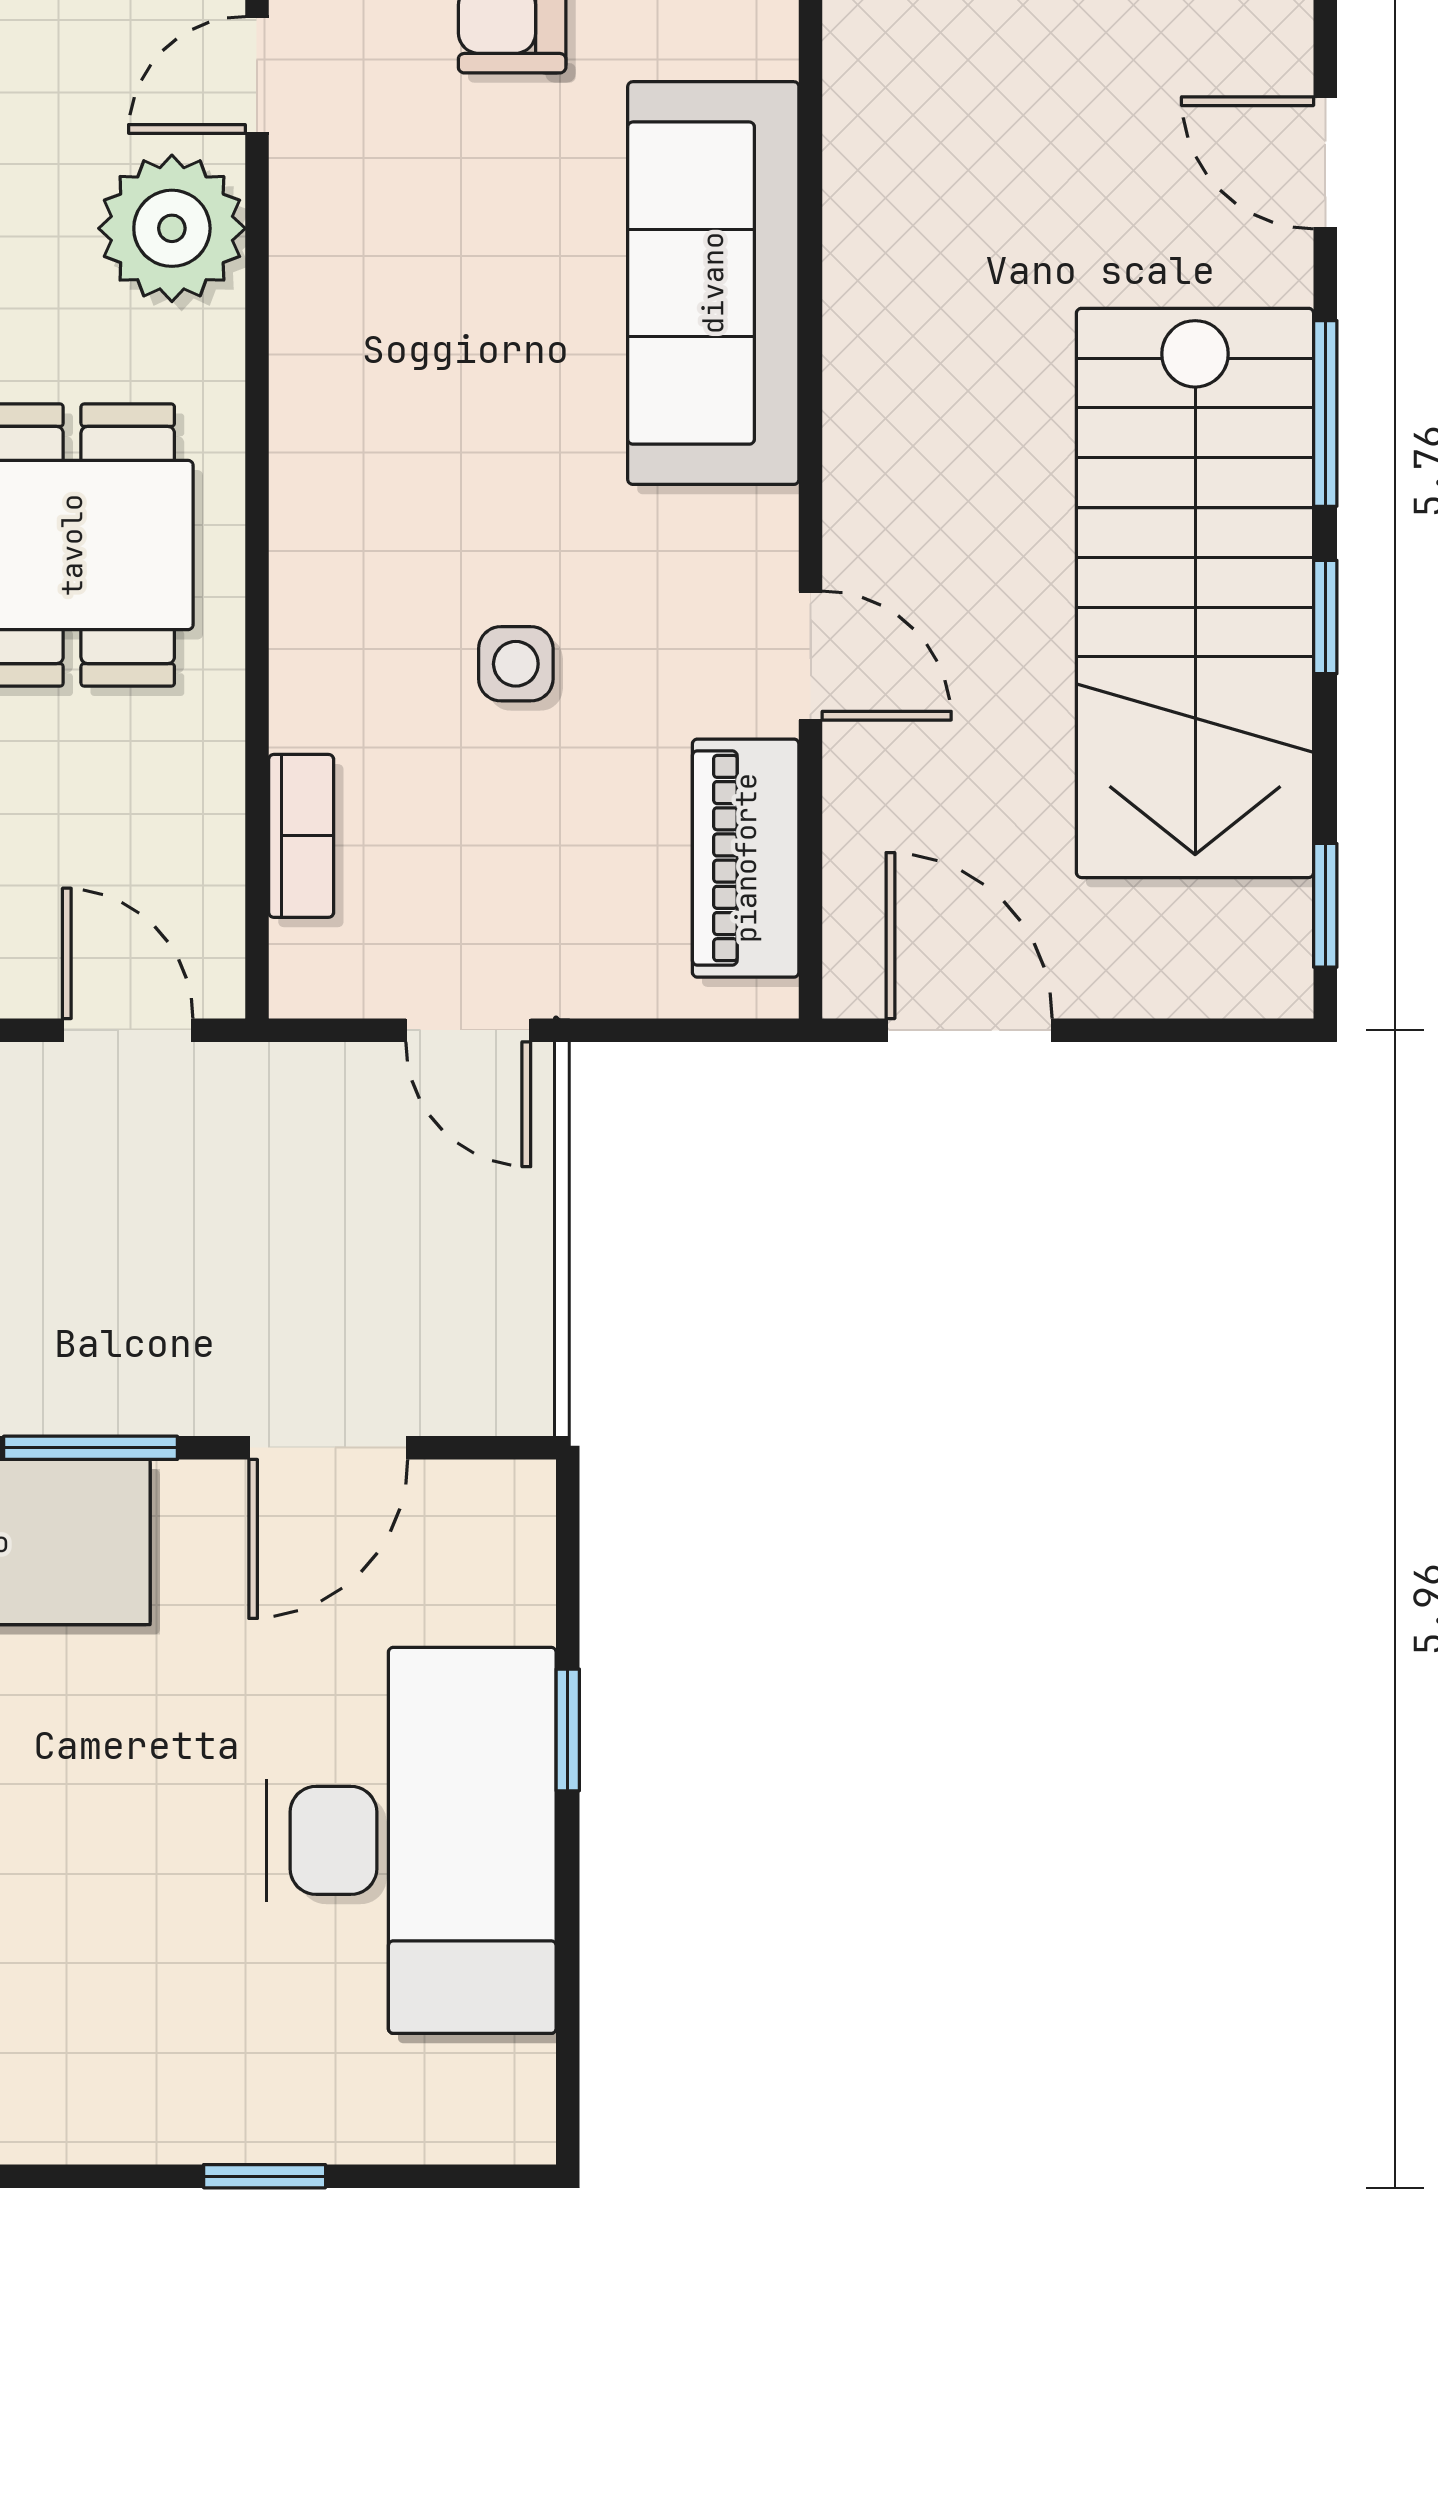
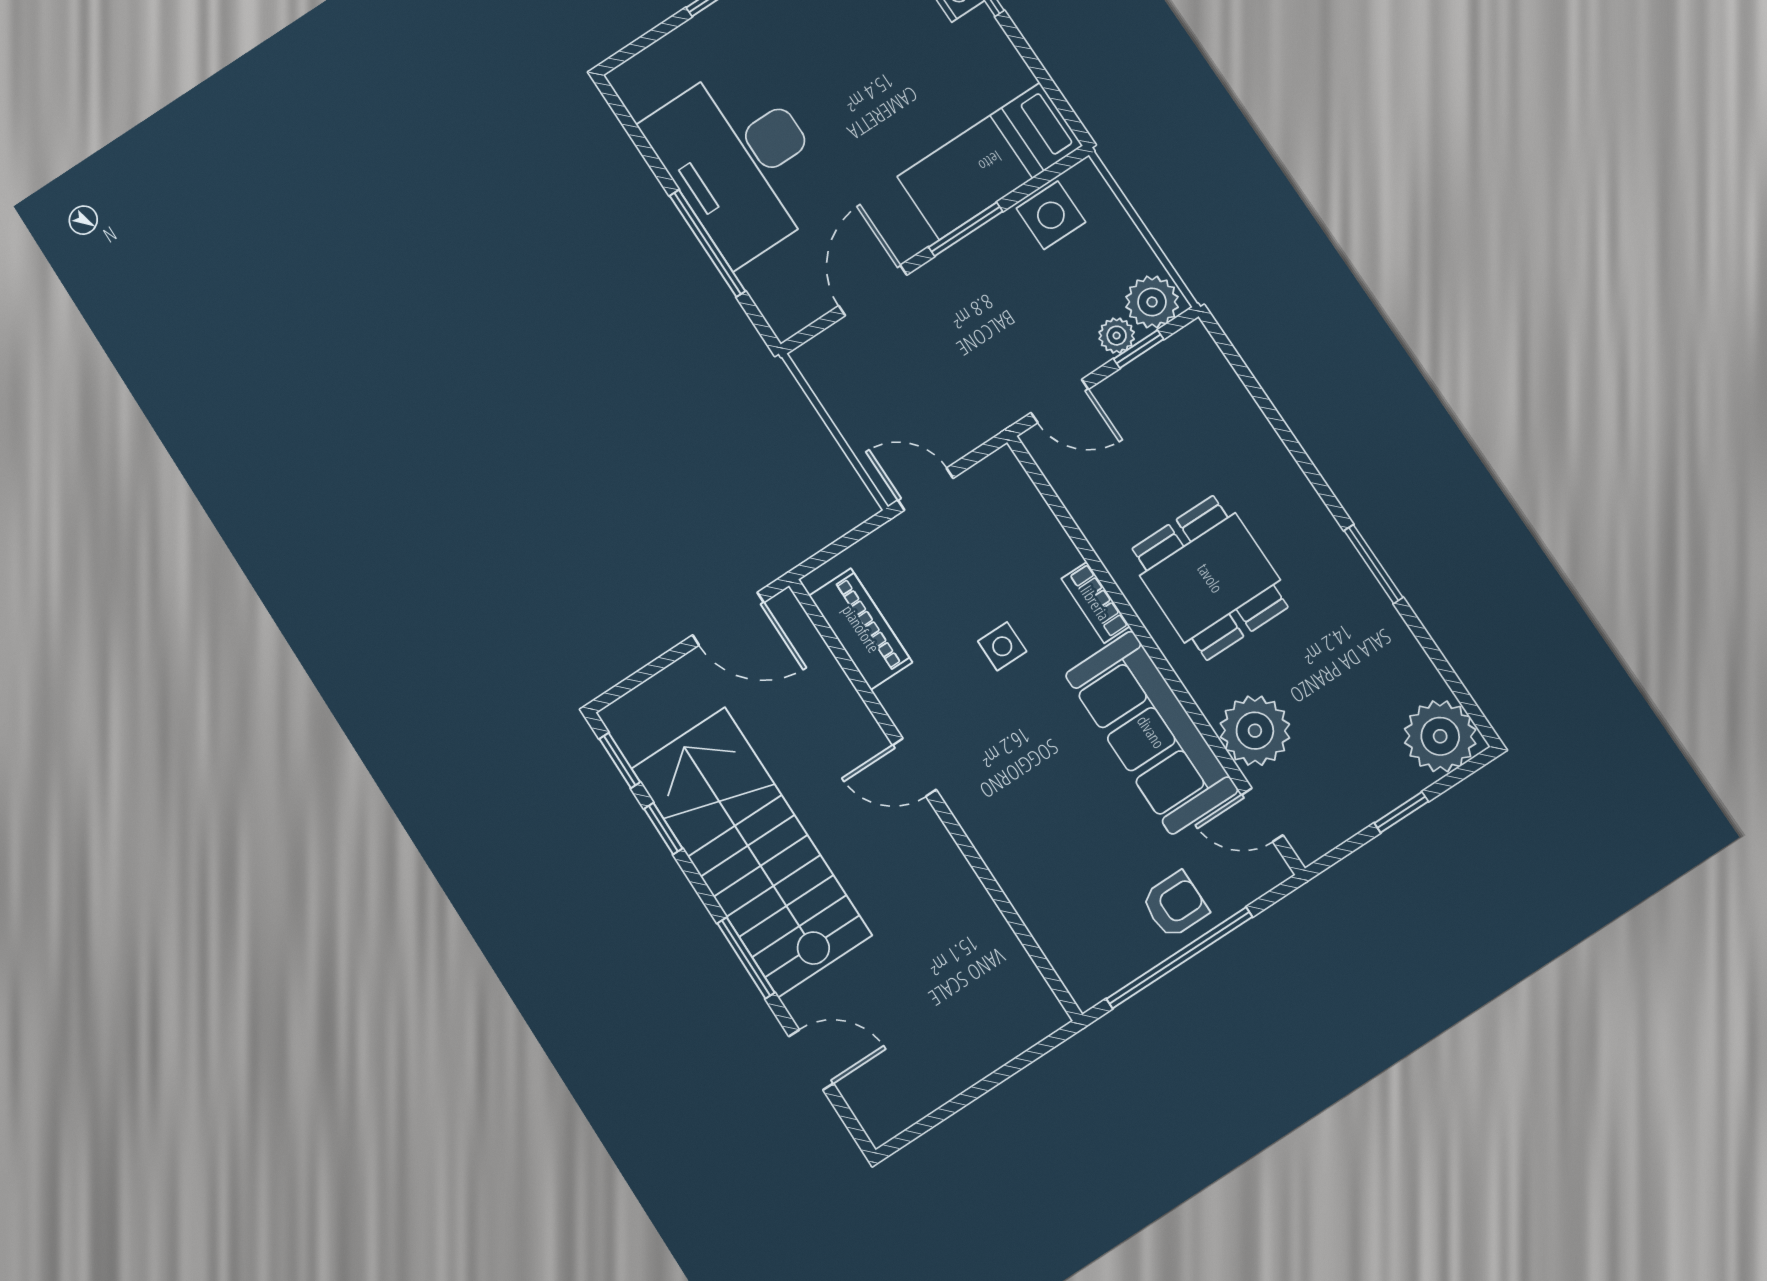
door: (257, 75) -> (1262, 815), swing flipped
sofa: (713, 283) -> (1151, 732), moved, turned 180
window: (1325, 617) -> (663, 829), moved
door: (811, 656) -> (914, 767), moved
bookcase: (301, 836) -> (1095, 603), moved
window: (568, 1730) -> (707, 243), width x2.17

